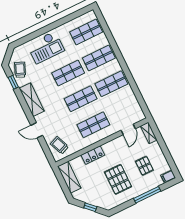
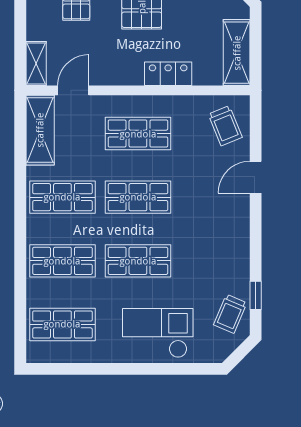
shelving: (32, 100) -> (40, 130), moved
door: (37, 130) -> (256, 177), swing flipped

